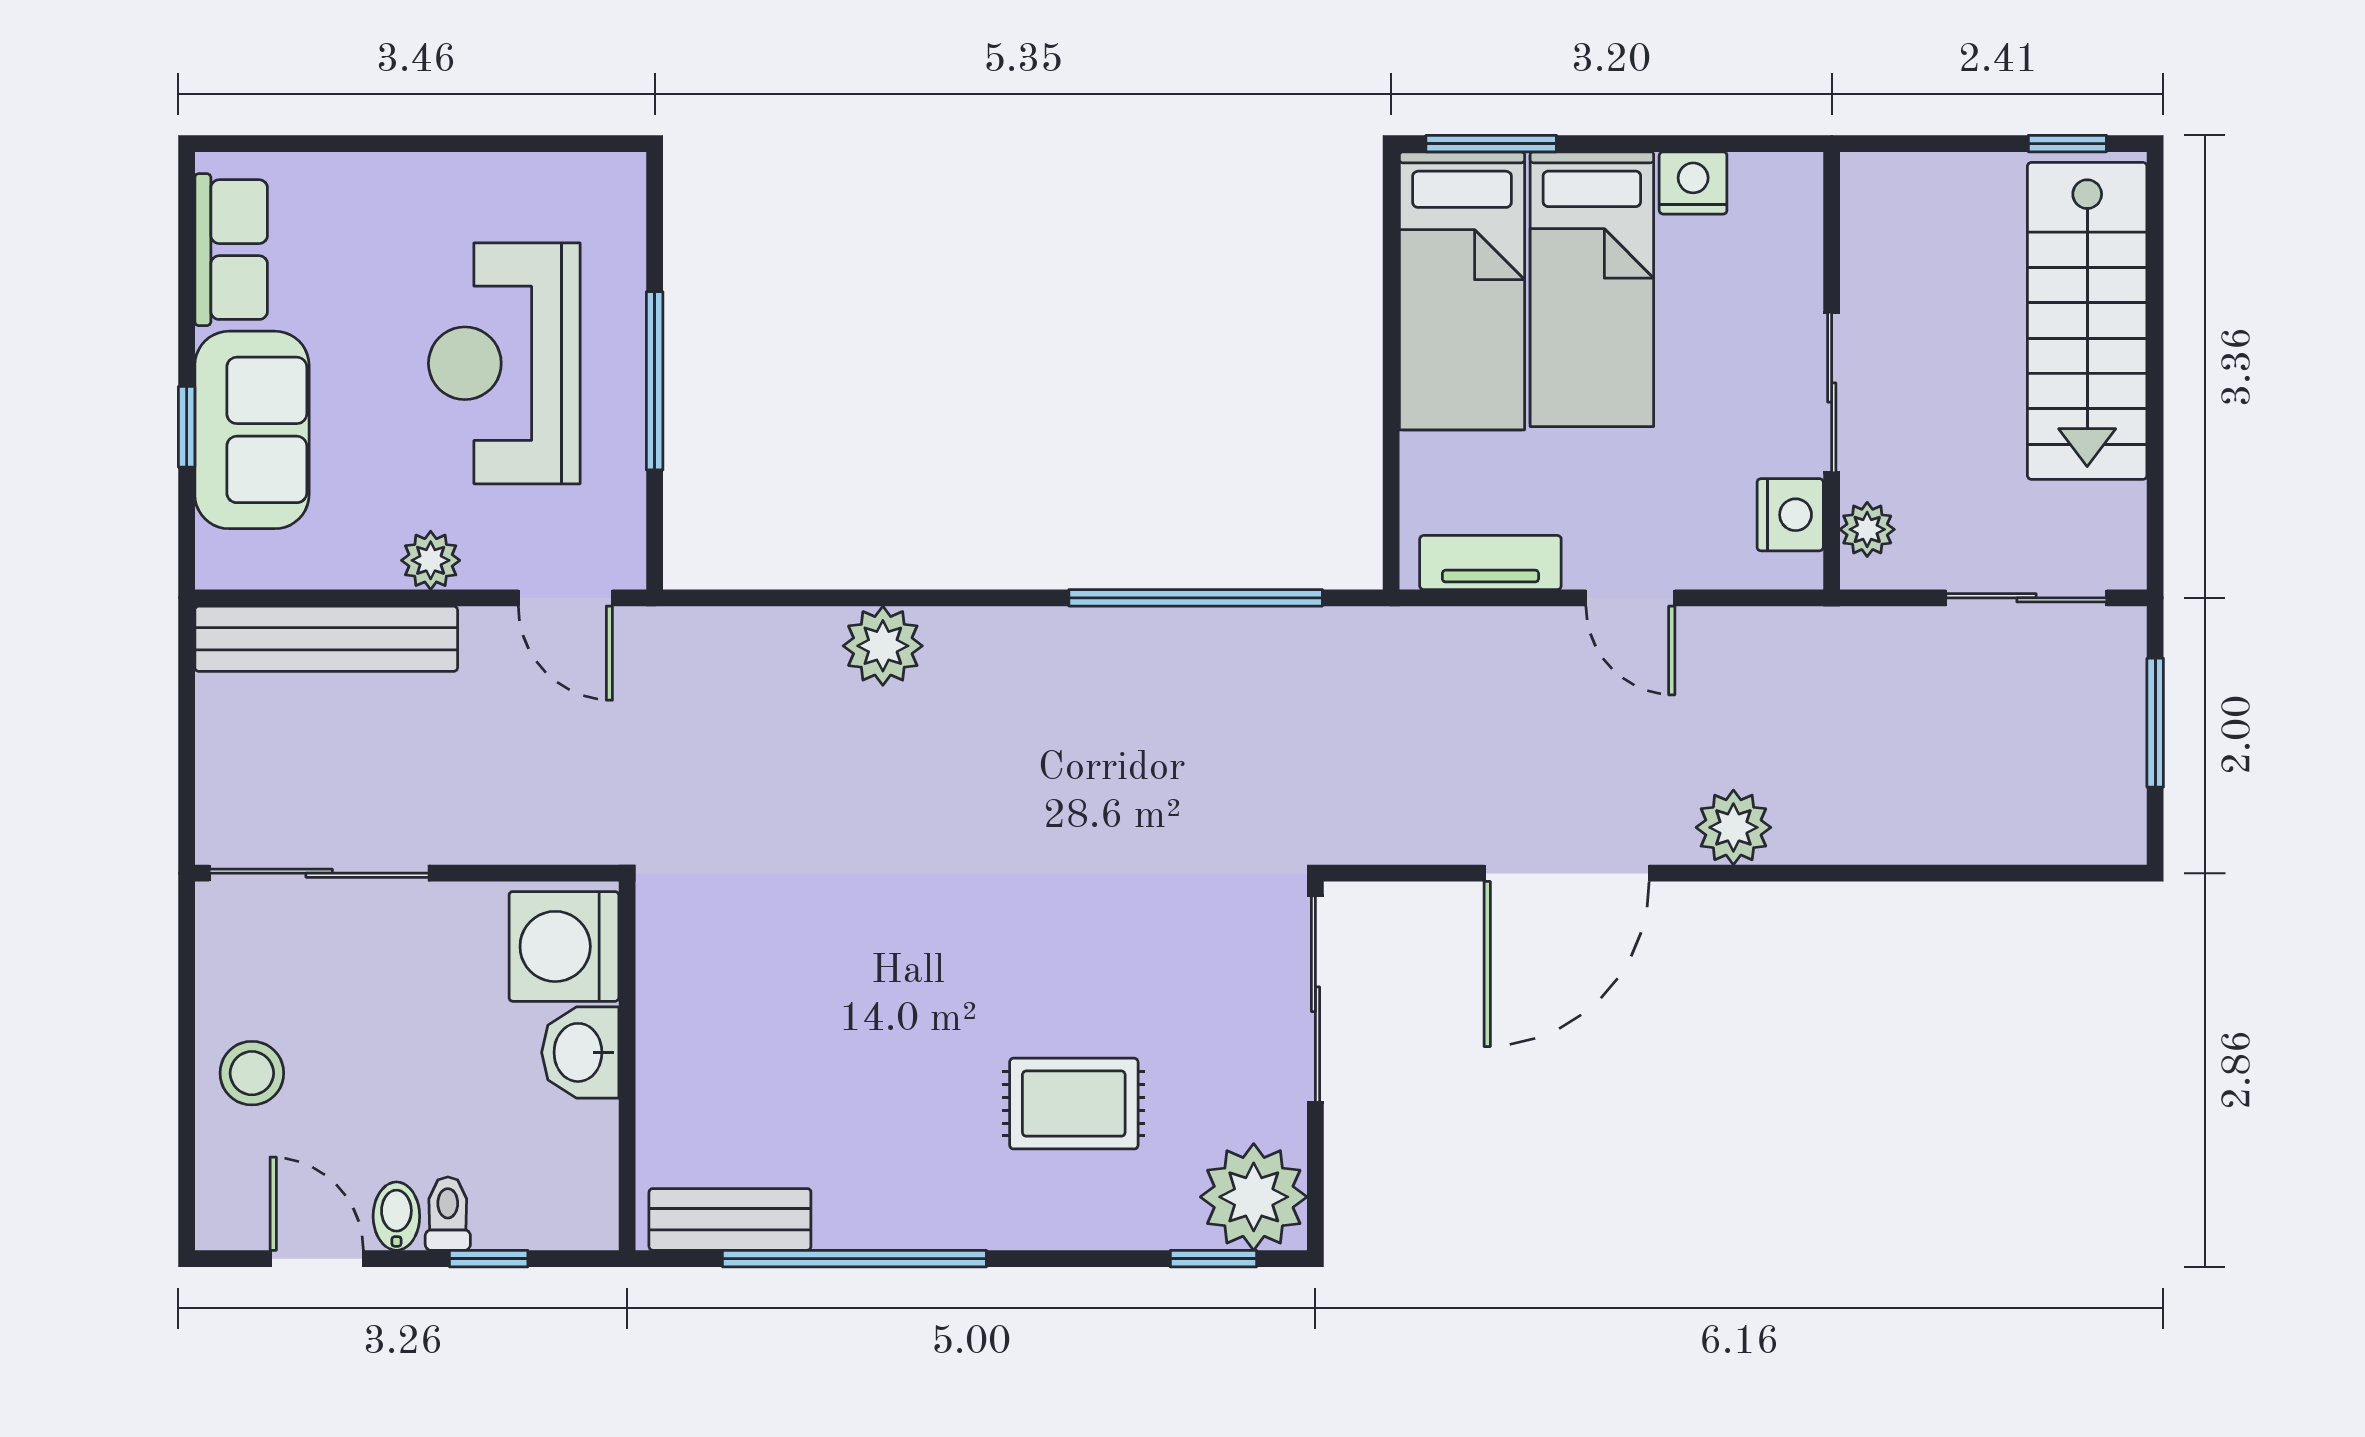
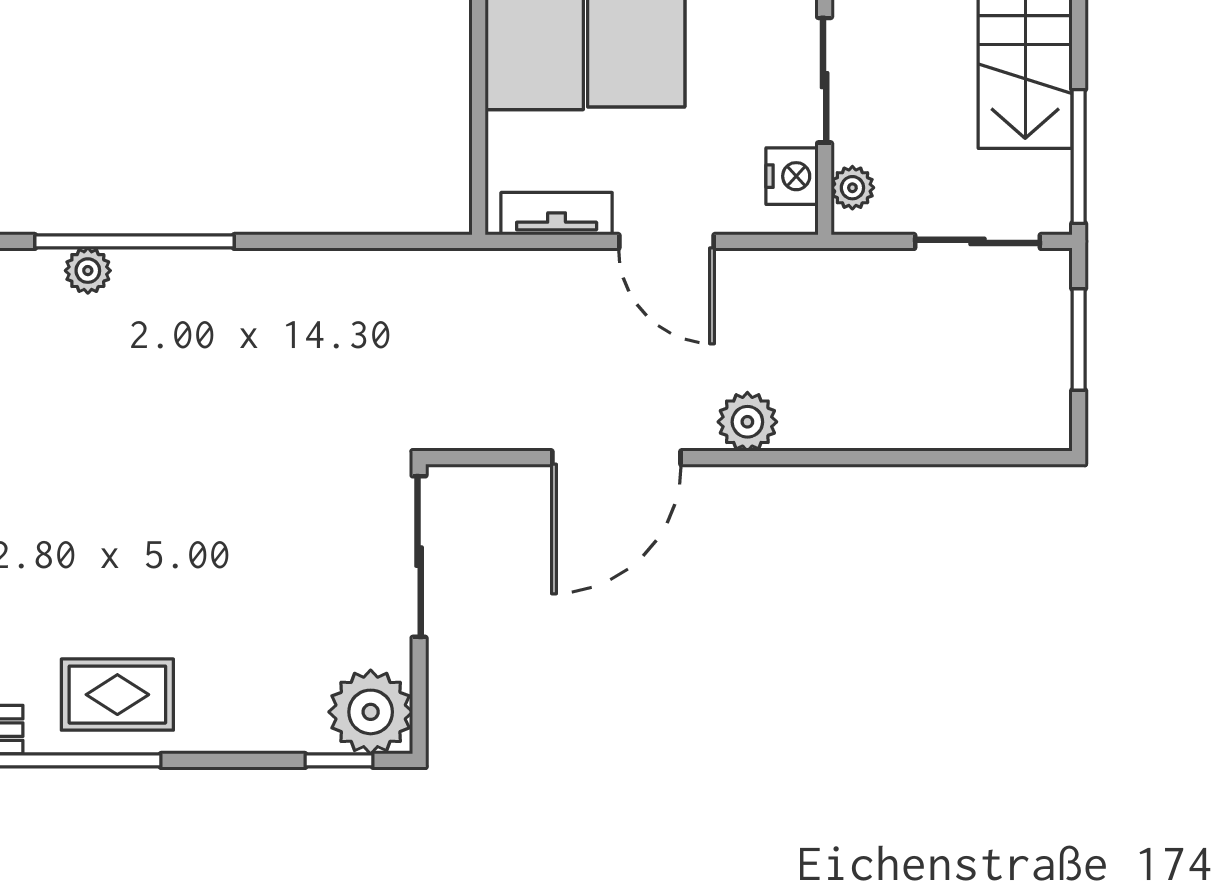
window: (2155, 490) -> (1079, 156), added
window: (1196, 598) -> (134, 241), moved
door: (1630, 598) -> (666, 241), width x1.38
plant: (883, 646) -> (88, 271), width x0.73, depth x0.73
rug: (1074, 1104) -> (117, 695), moved

